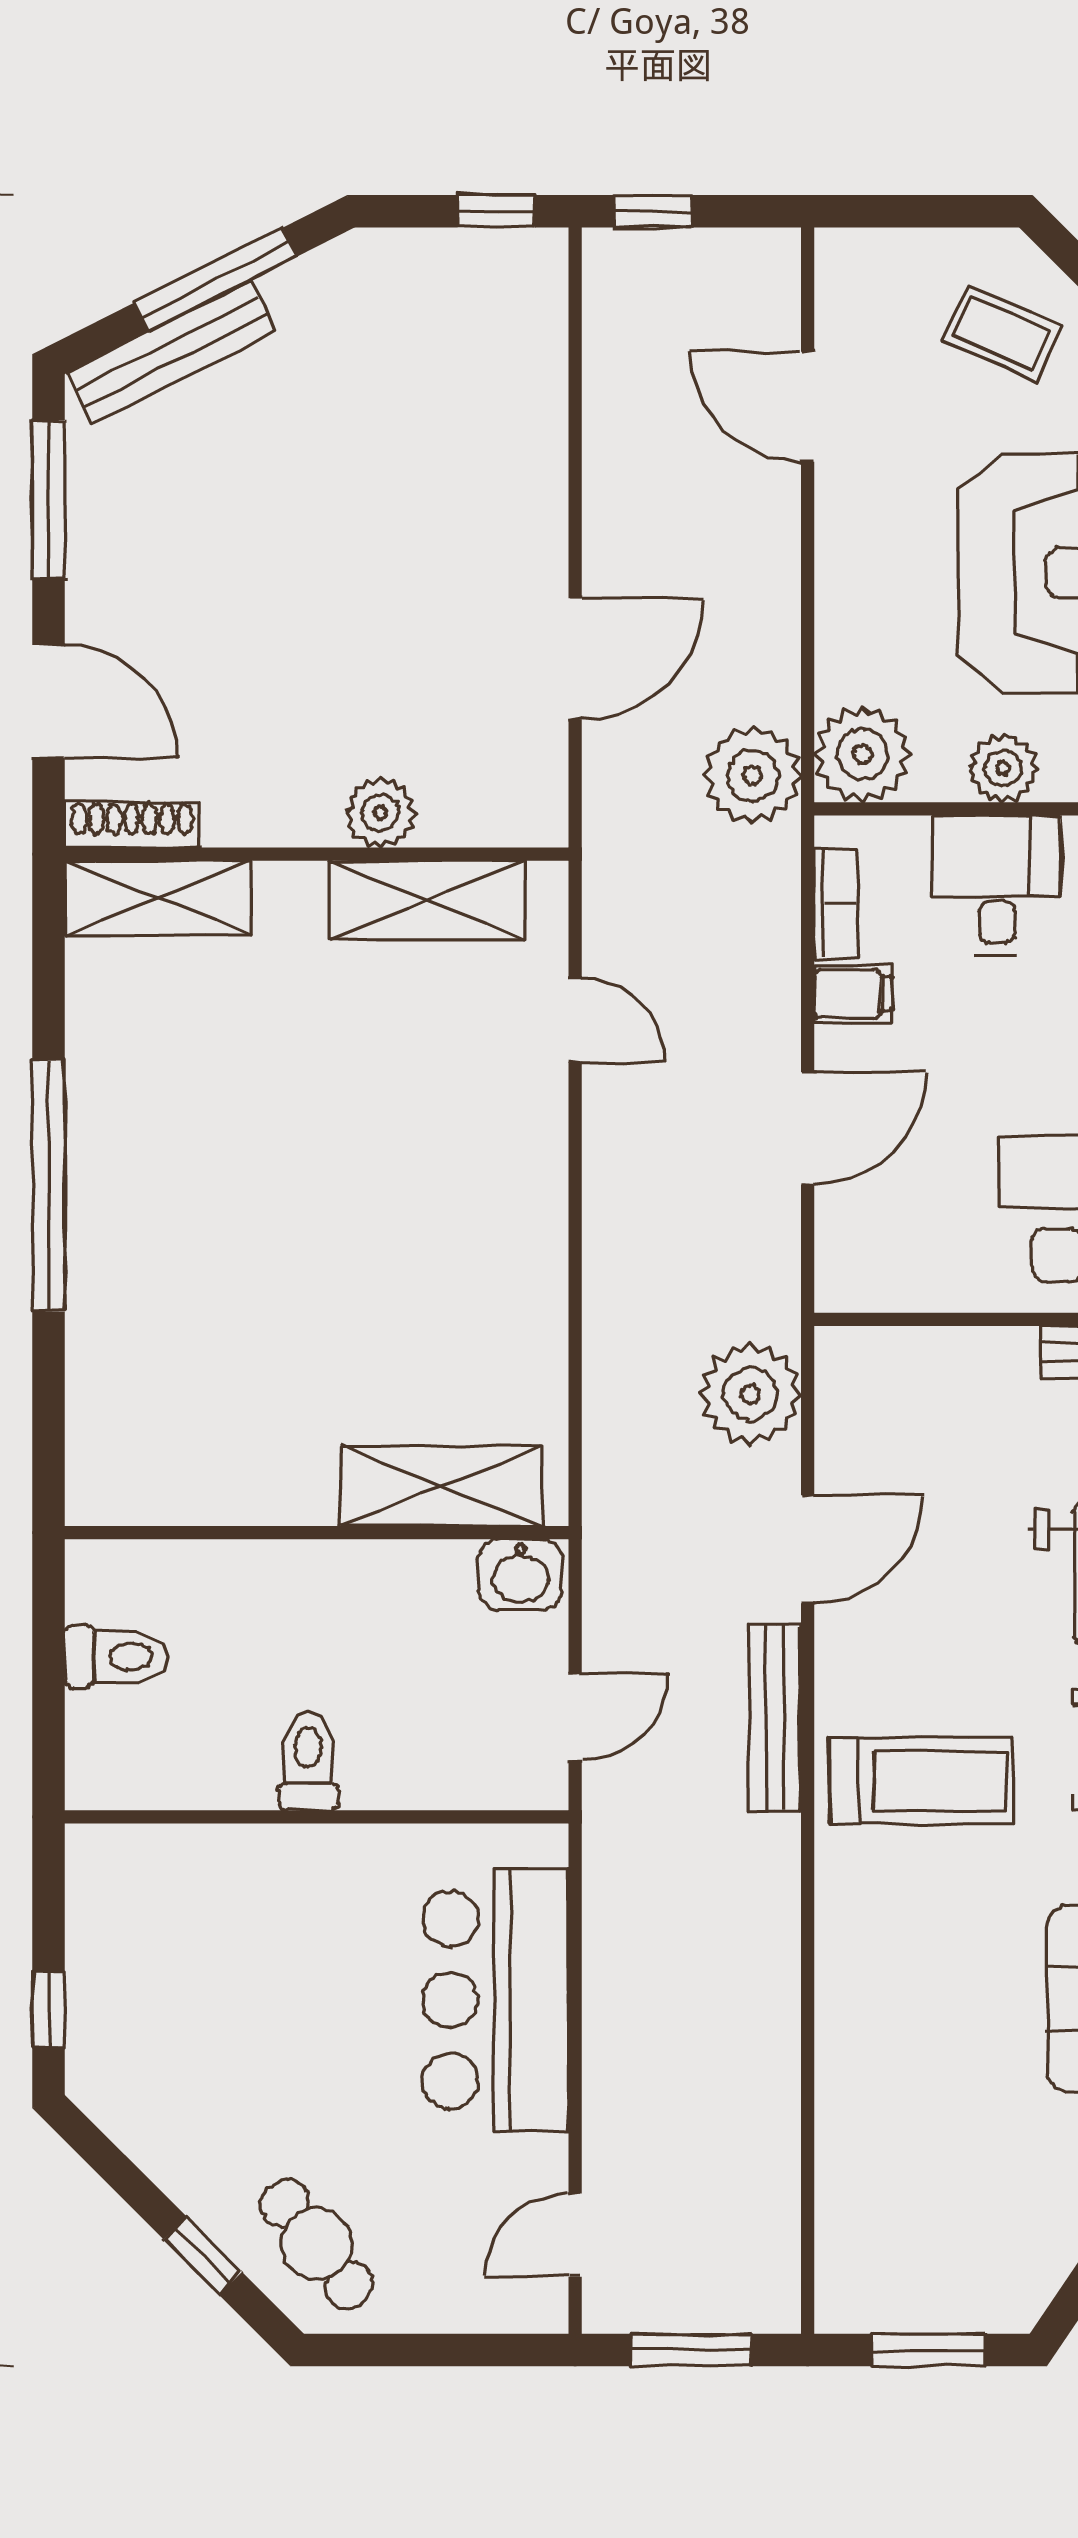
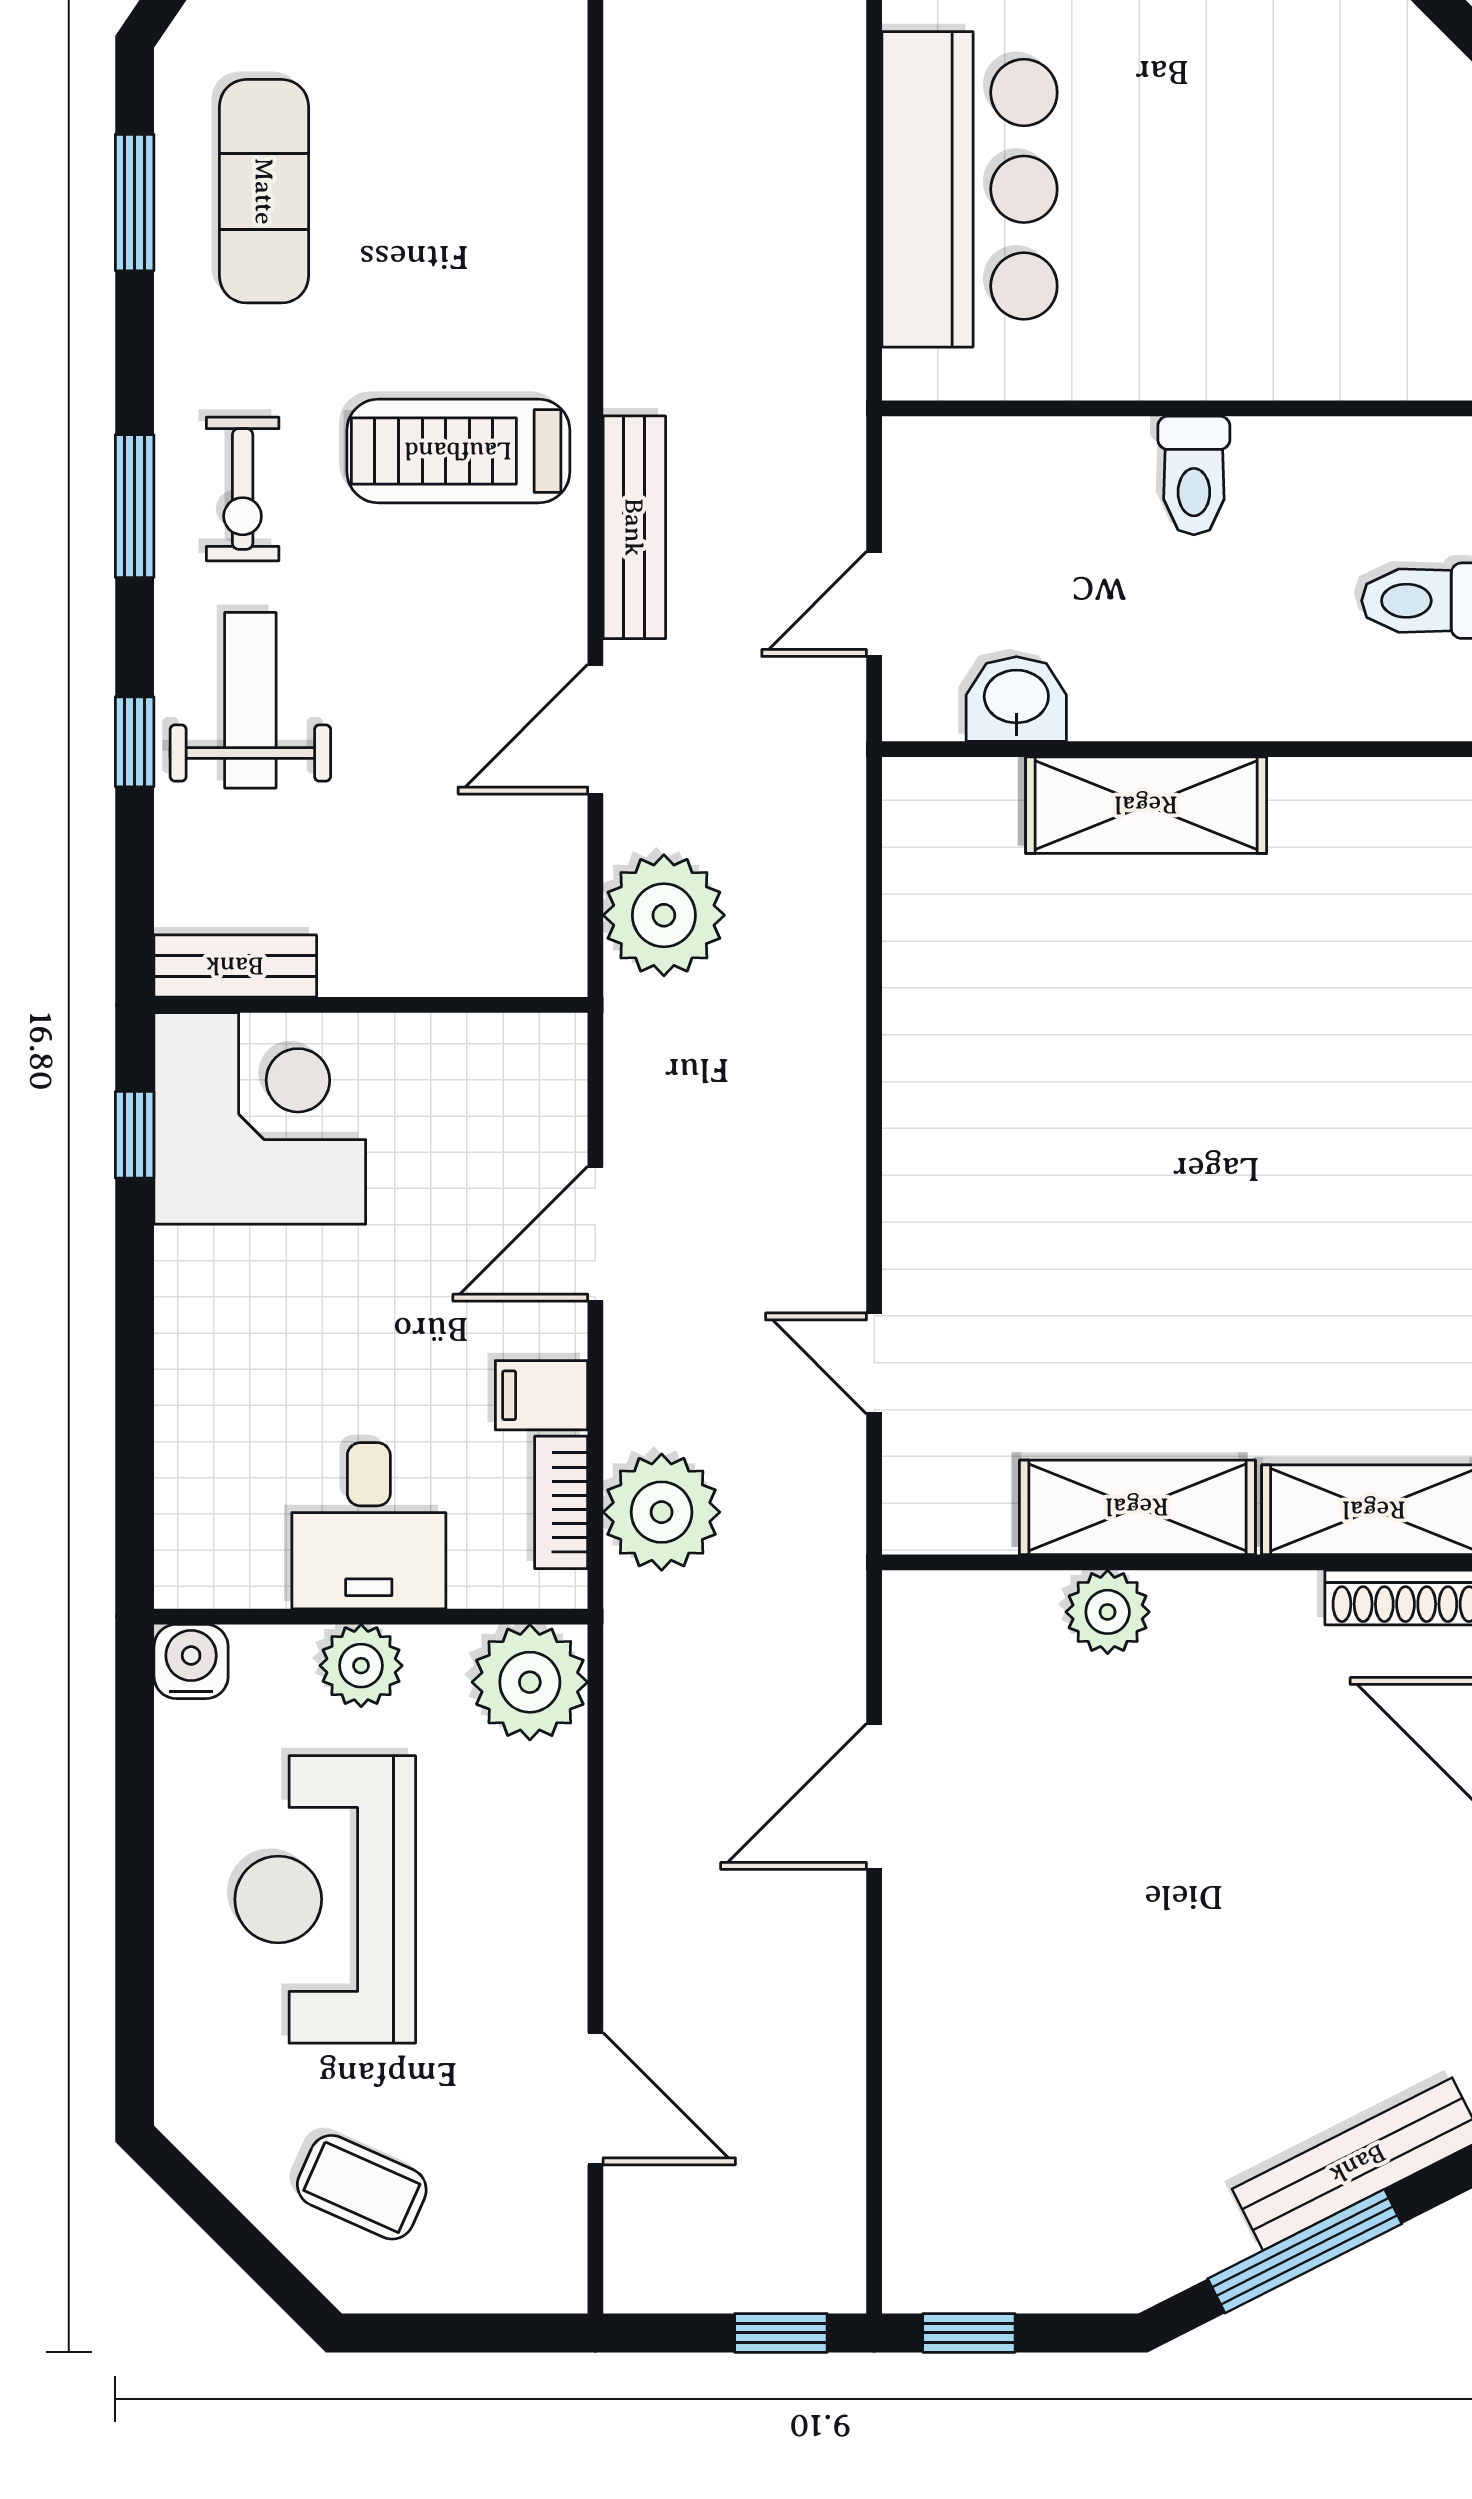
plant: (753, 775) -> (662, 1512), moved
shelving: (427, 900) -> (1137, 1507), moved
shelving: (441, 1486) -> (1146, 805), moved
washbasin: (521, 1574) -> (1016, 699), moved
door: (575, 1717) -> (874, 604), moved

